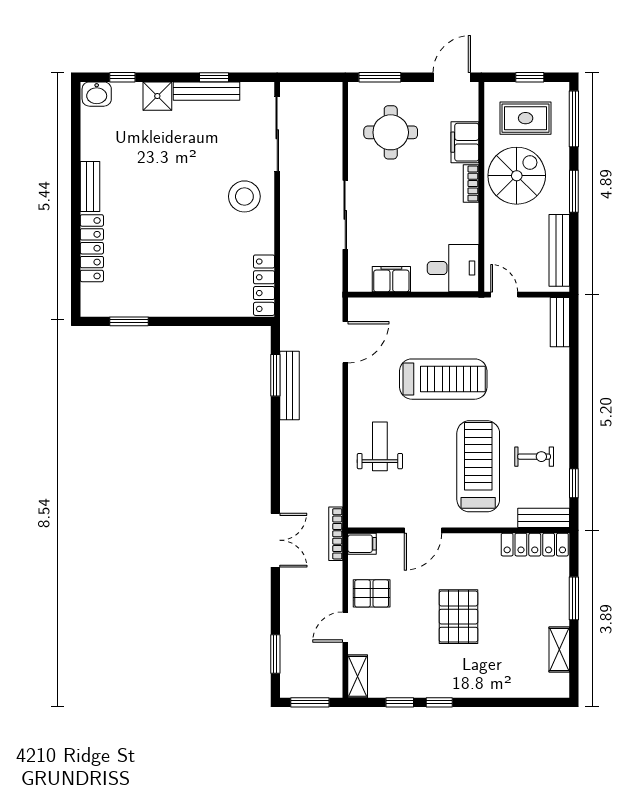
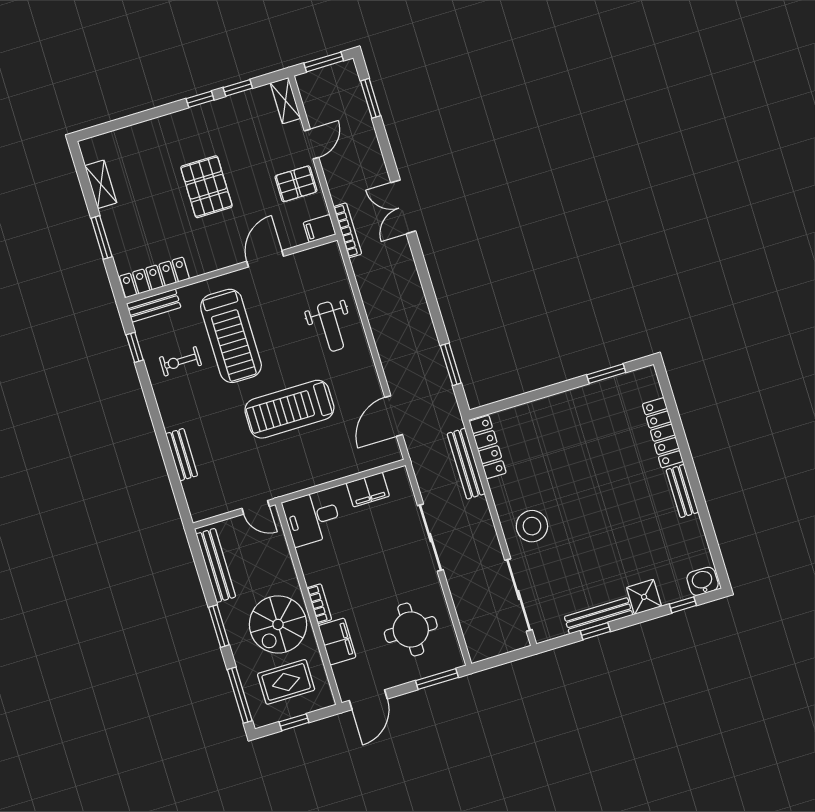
bench: (560, 322) -> (182, 455), moved
bench: (290, 386) -> (466, 464), moved

